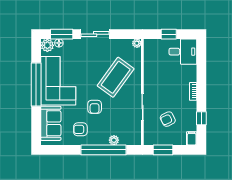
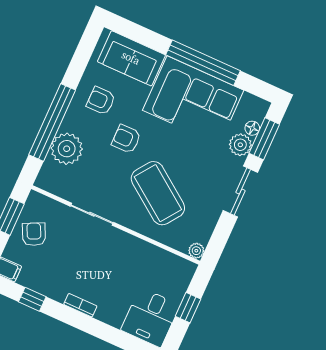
plant: (47, 45) -> (240, 145), moved
armchair: (168, 119) -> (34, 234), moved
armchair: (80, 129) -> (101, 101), turned -90
plant: (114, 140) -> (67, 149), width x1.88, depth x1.88

